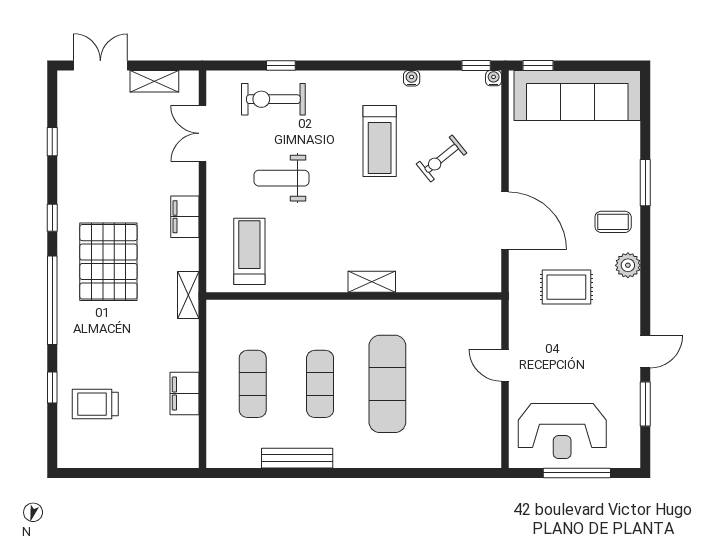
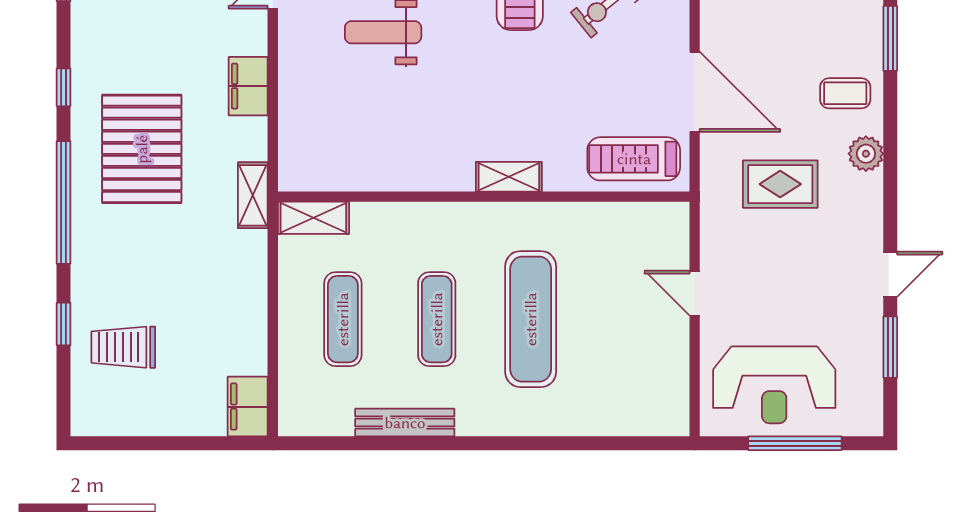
treadmill: (249, 251) -> (634, 159), moved, turned -90
shelving: (232, 311) -> (313, 218), added
filing cabinet: (184, 393) -> (248, 407), moved

